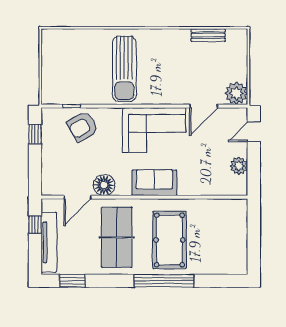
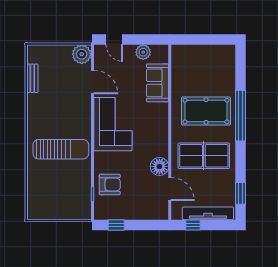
armchair: (83, 126) -> (110, 184), turned -60
sofa: (154, 183) -> (157, 83), moved

